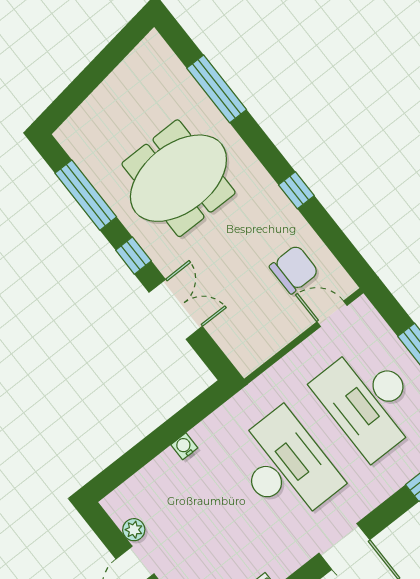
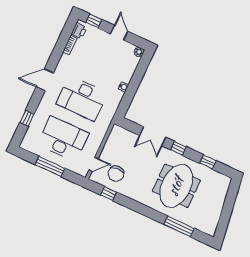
window: (296, 190) -> (108, 194), moved
window: (86, 195) -> (208, 162), width x0.46
plant: (134, 530) -> (139, 52), moved

